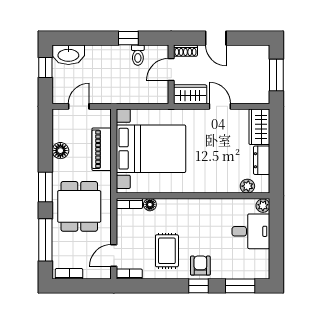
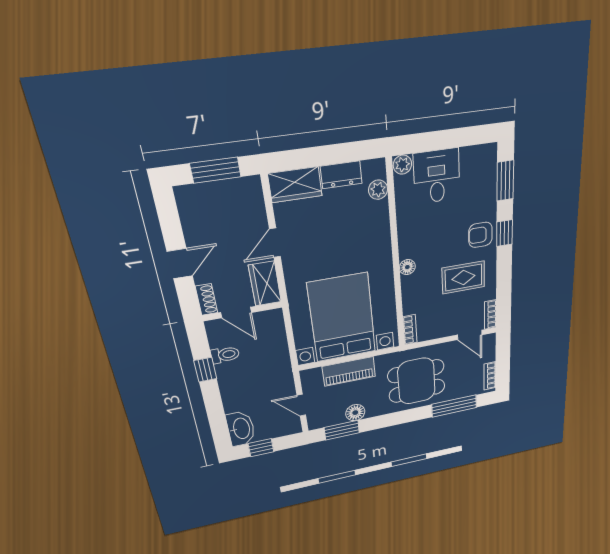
window: (45, 187) -> (342, 430), moved
floor lamp: (150, 205) -> (407, 267), moved

